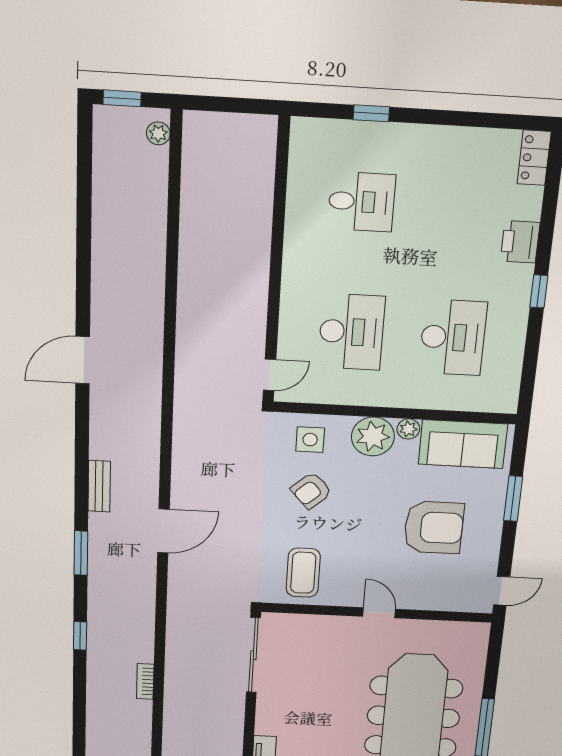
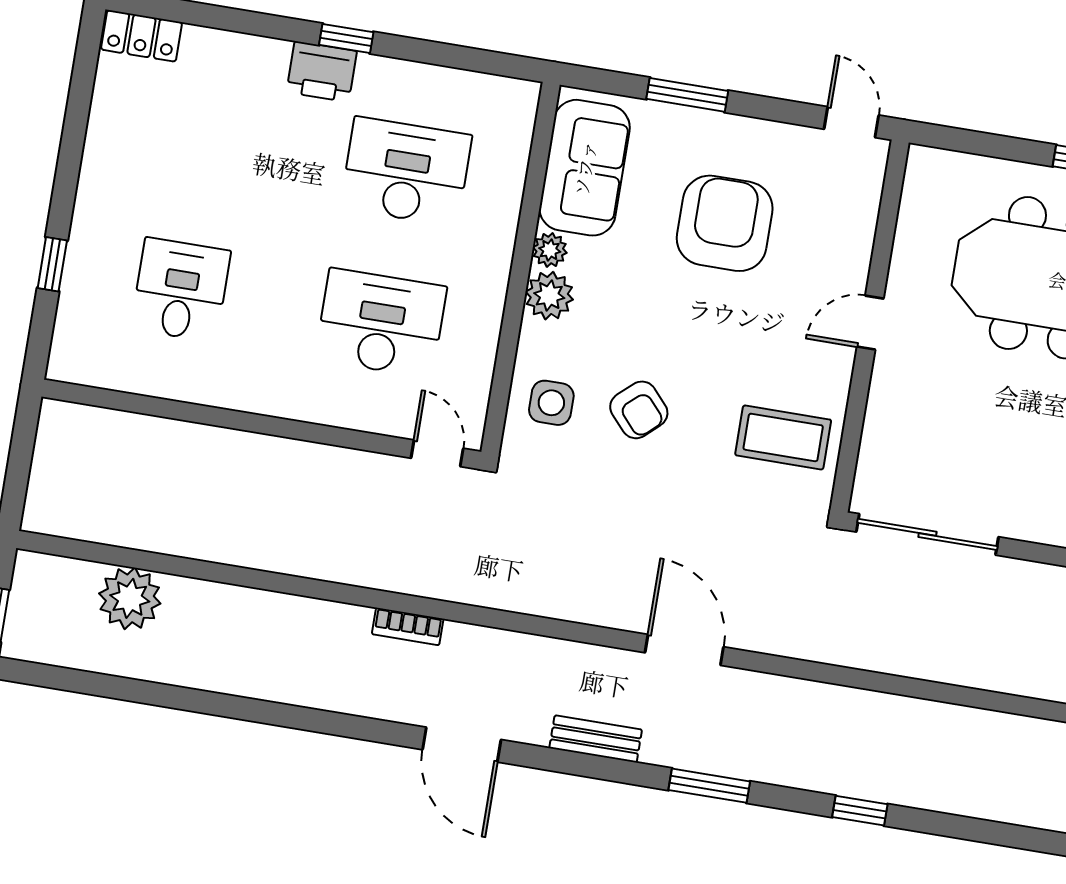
plant: (158, 133) -> (130, 598), moved, width x1.88, depth x1.88
printer: (520, 242) -> (322, 72), moved
door: (83, 360) -> (462, 745), moved
plant: (373, 437) -> (549, 296), width x0.73, depth x0.73
bookcase: (145, 682) -> (408, 626), moved

